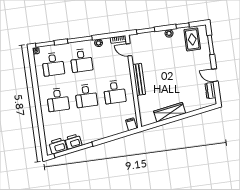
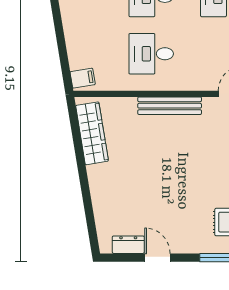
door: (215, 75) -> (157, 258), hinge flipped
wardrobe: (170, 112) -> (92, 133), moved

